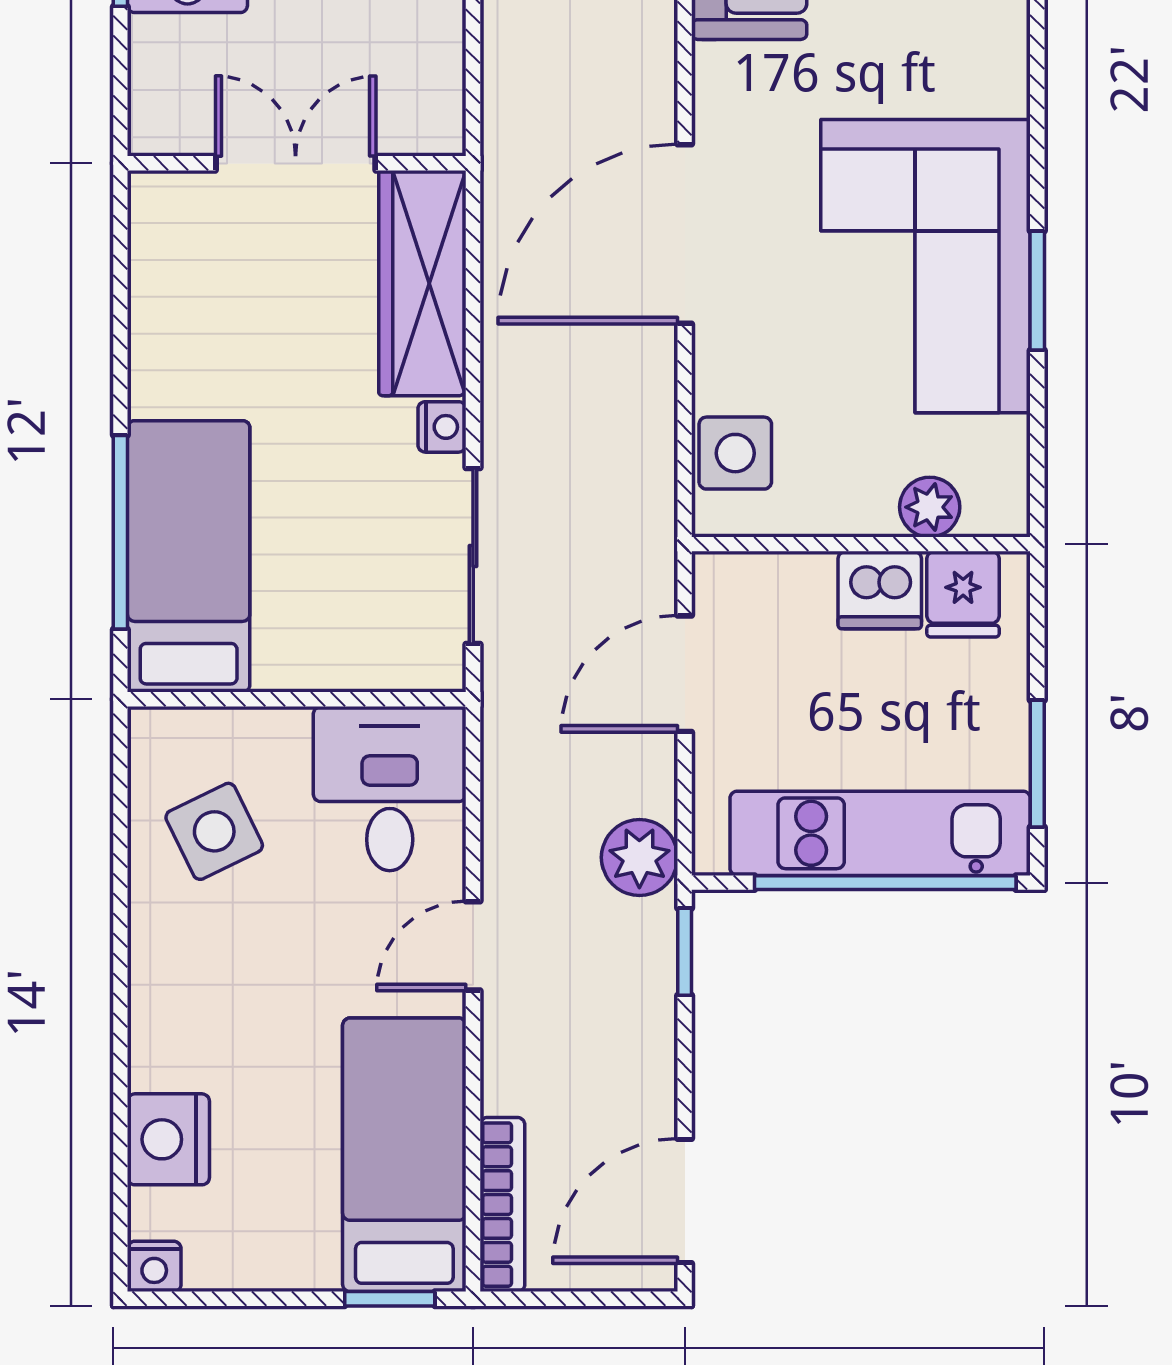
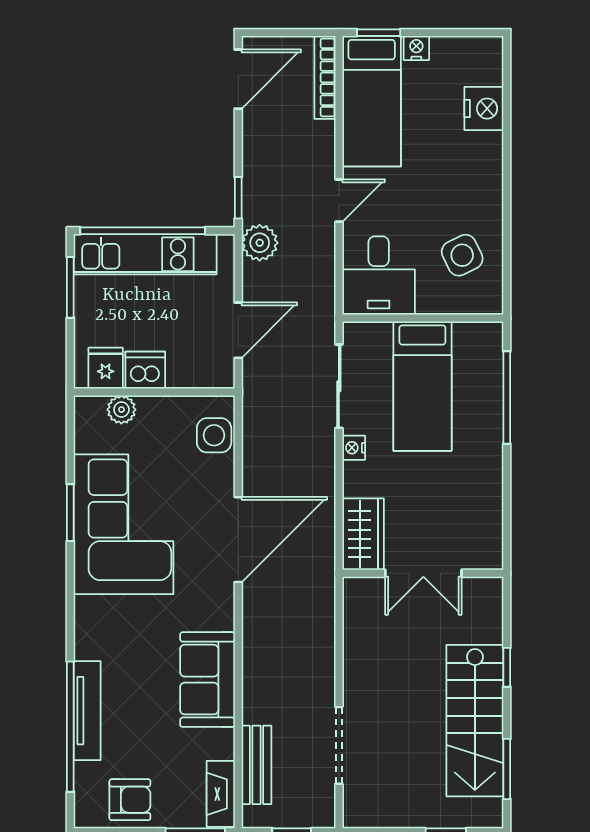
wardrobe: (422, 283) -> (363, 534), width x0.67
bed: (189, 556) -> (422, 386), moved
nightstand: (154, 1266) -> (416, 48), moved

